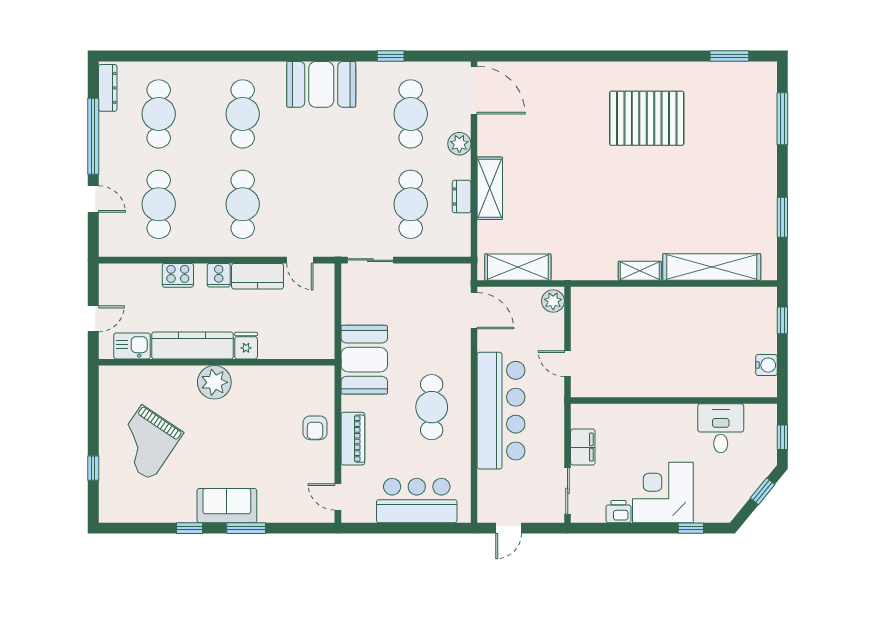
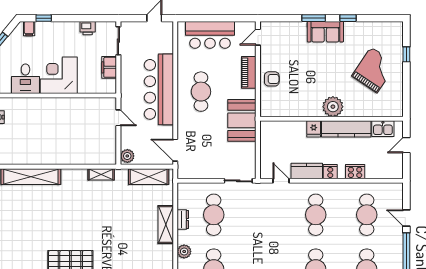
shelving: (640, 271) -> (101, 174), moved
armchair: (315, 428) -> (272, 79), turned 90
corner desk: (663, 493) -> (59, 75), moved, turned 180
door: (338, 497) -> (258, 37), swing flipped
filing cabinet: (715, 511) -> (29, 29), added

